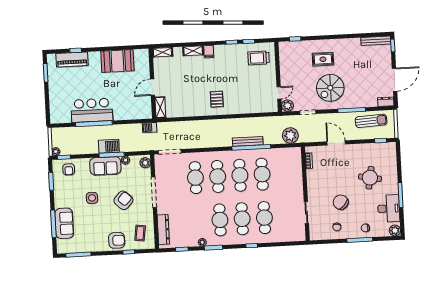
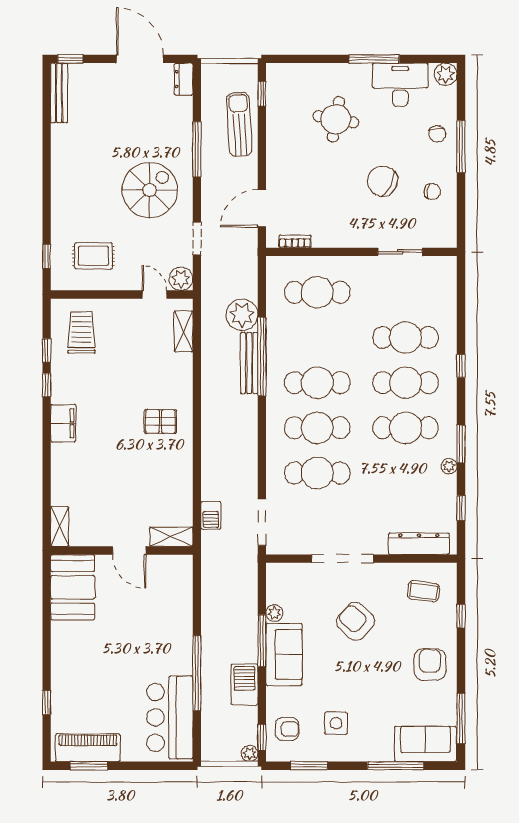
shelving: (193, 51) -> (184, 331), moved
filing cabinet: (209, 52) -> (63, 423), width x2.00
trolley: (259, 58) -> (81, 332), turned 180
piano: (72, 59) -> (88, 748), moved, turned -90
rug: (323, 59) -> (93, 256), moved, turned 90
booth: (117, 61) -> (73, 587), moved
spiral stairs: (330, 88) -> (150, 190), turned -90
bar counter: (92, 110) -> (170, 717), moved
sun lounger: (371, 121) -> (239, 124), moved
barbecue: (150, 128) -> (211, 515), moved
plant: (290, 136) -> (242, 315), moved
door: (336, 143) -> (262, 208), moved
barbecue: (109, 146) -> (244, 684), moved
plant: (145, 163) -> (282, 573), removed
cafe table: (262, 174) -> (317, 292), moved
side table: (92, 198) -> (336, 723), moved
chair: (341, 202) -> (382, 181), turned 75
sofa: (64, 223) -> (425, 744), moved
armchair: (117, 240) -> (430, 664), moved

